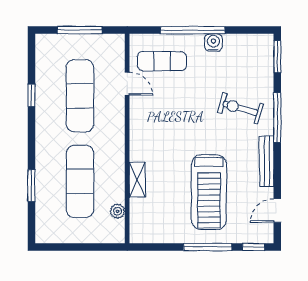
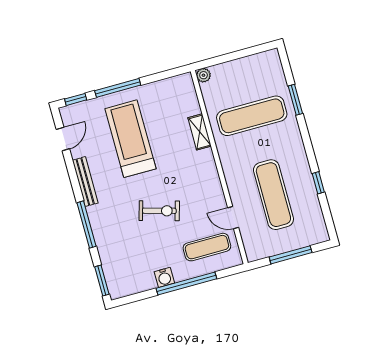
exercise bike: (240, 108) -> (159, 211), moved
exercise mat: (80, 181) -> (252, 116), turned 90
plant: (117, 211) -> (203, 75), moved

